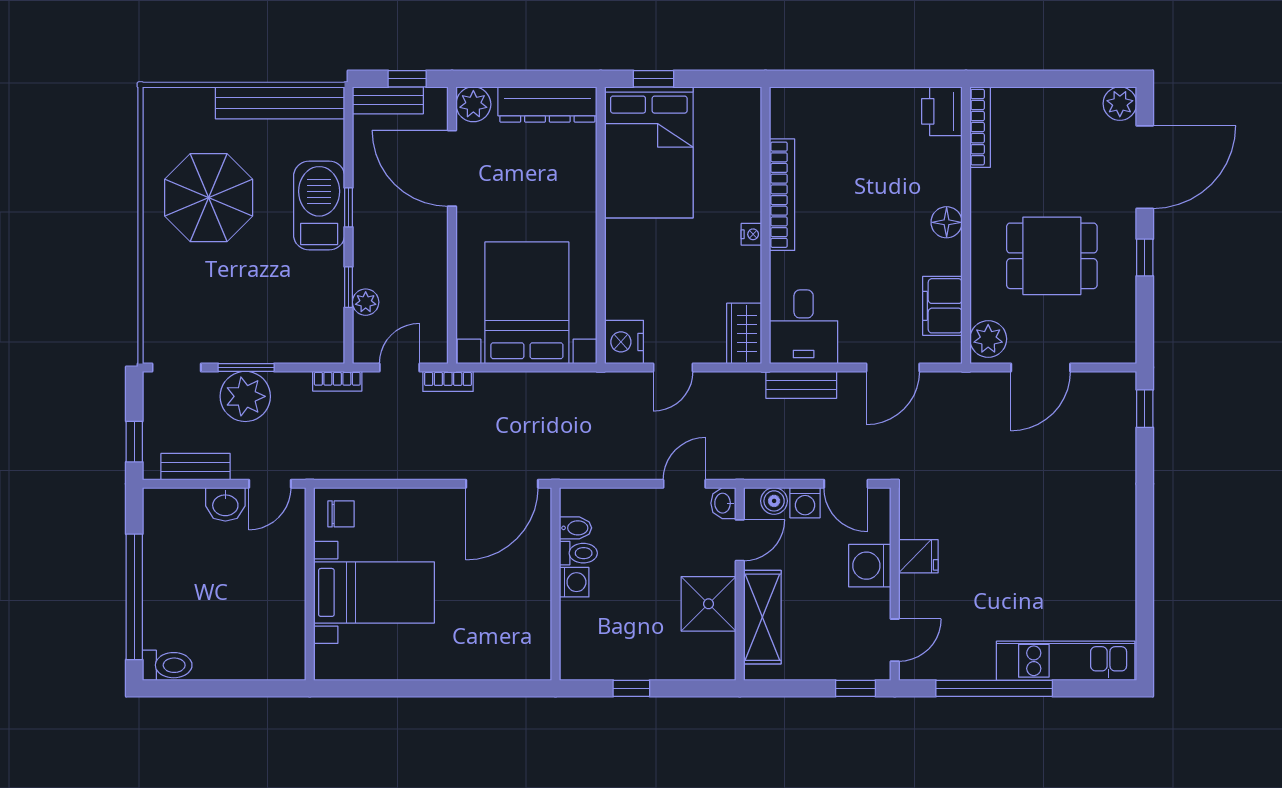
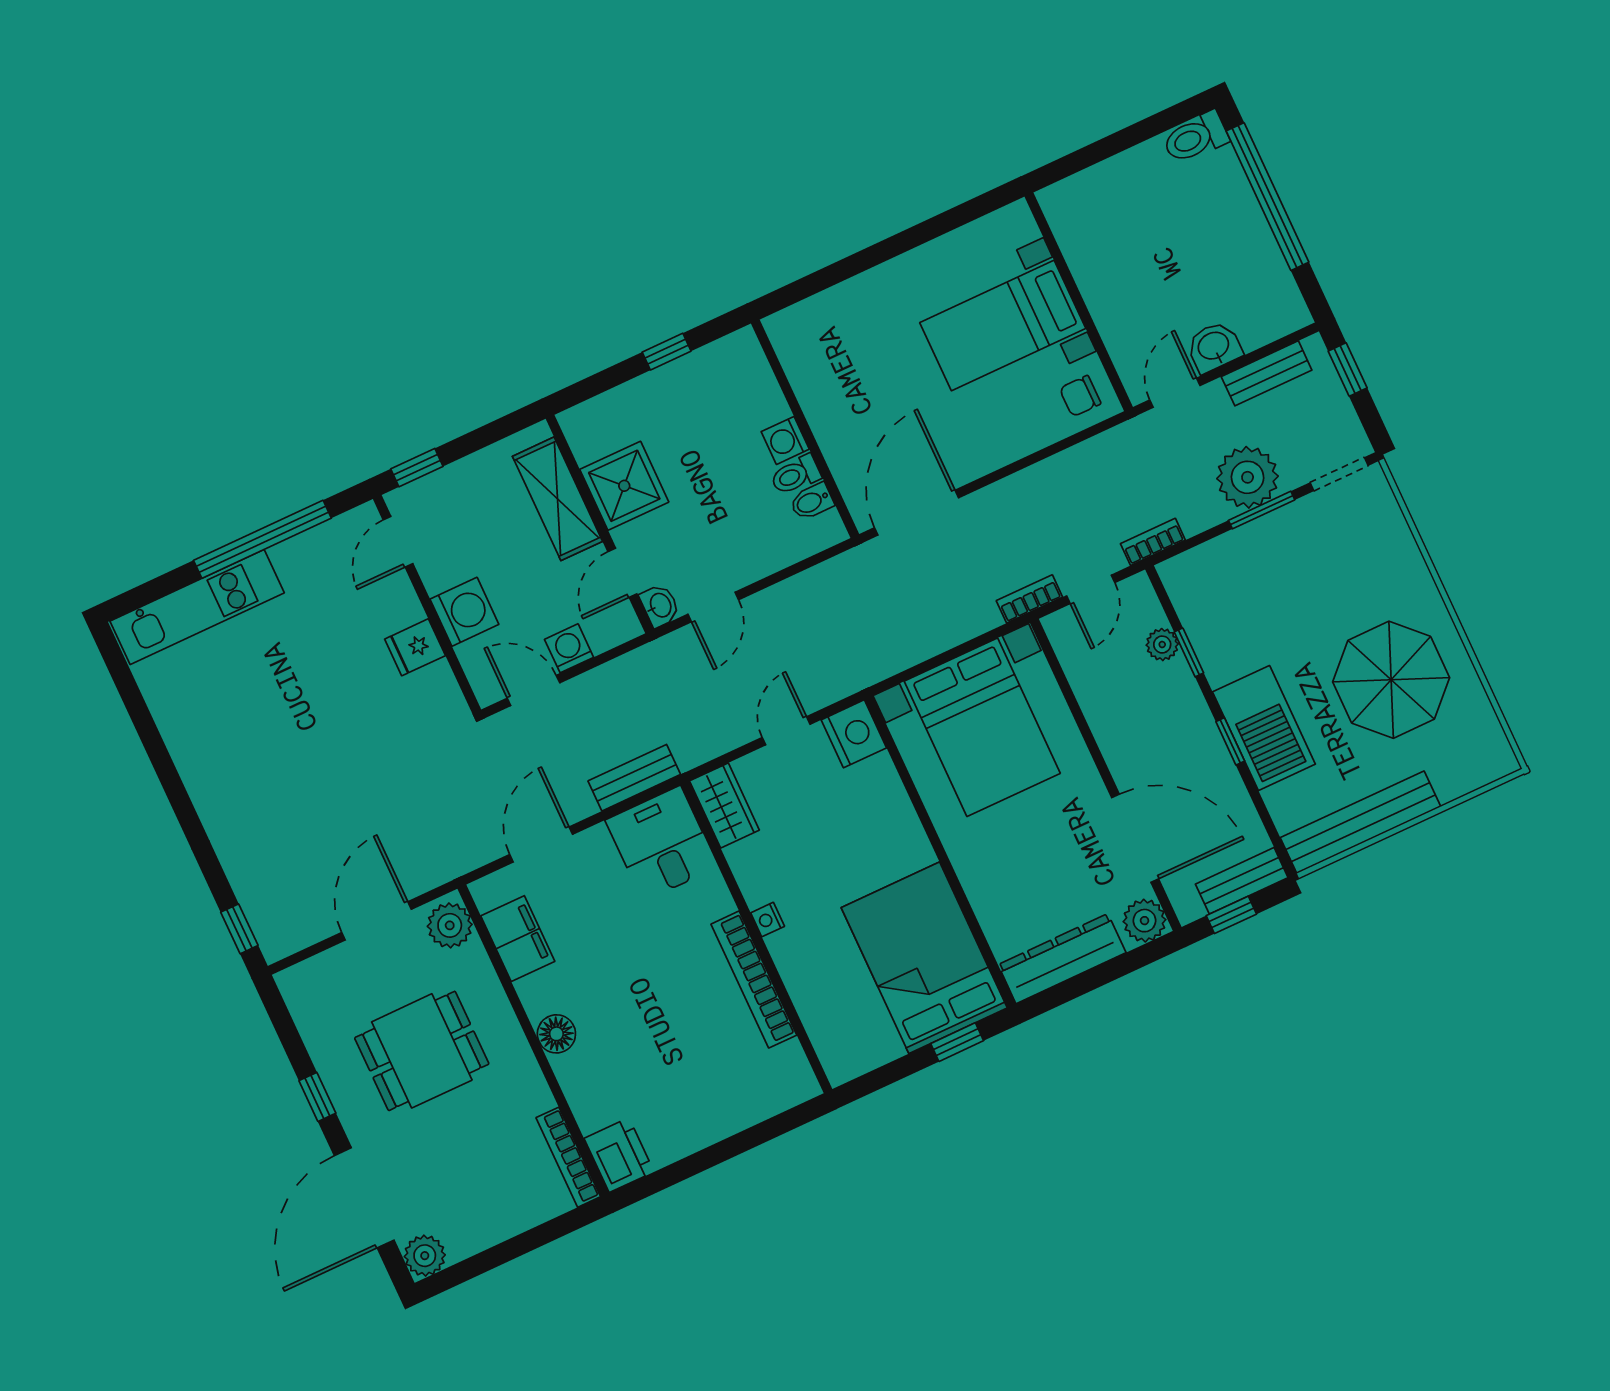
boiler: (774, 501) -> (604, 634), removed

